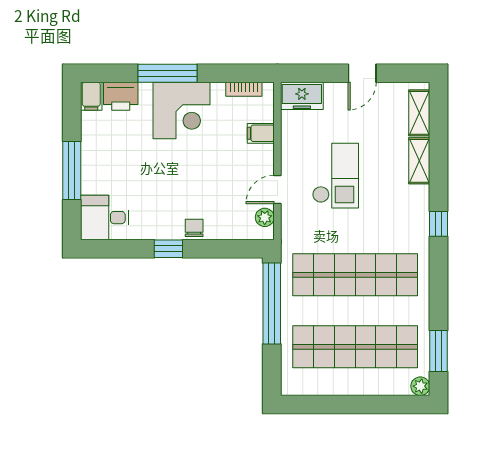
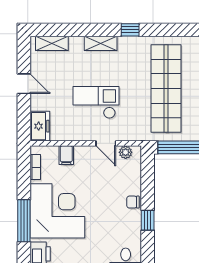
corner desk: (182, 111) -> (57, 211), width x1.36, depth x1.36
shelving: (419, 161) -> (101, 43), moved

